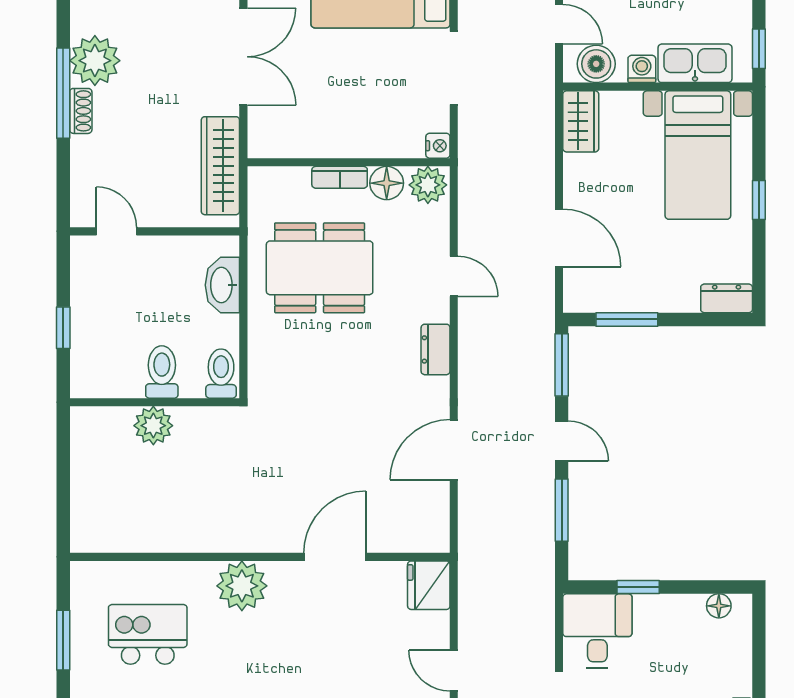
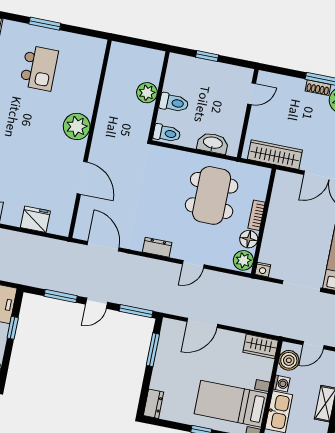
wall: (260, 557) -> (90, 139), moved
door: (335, 557) -> (82, 178), moved
plant: (242, 586) -> (77, 126), moved

